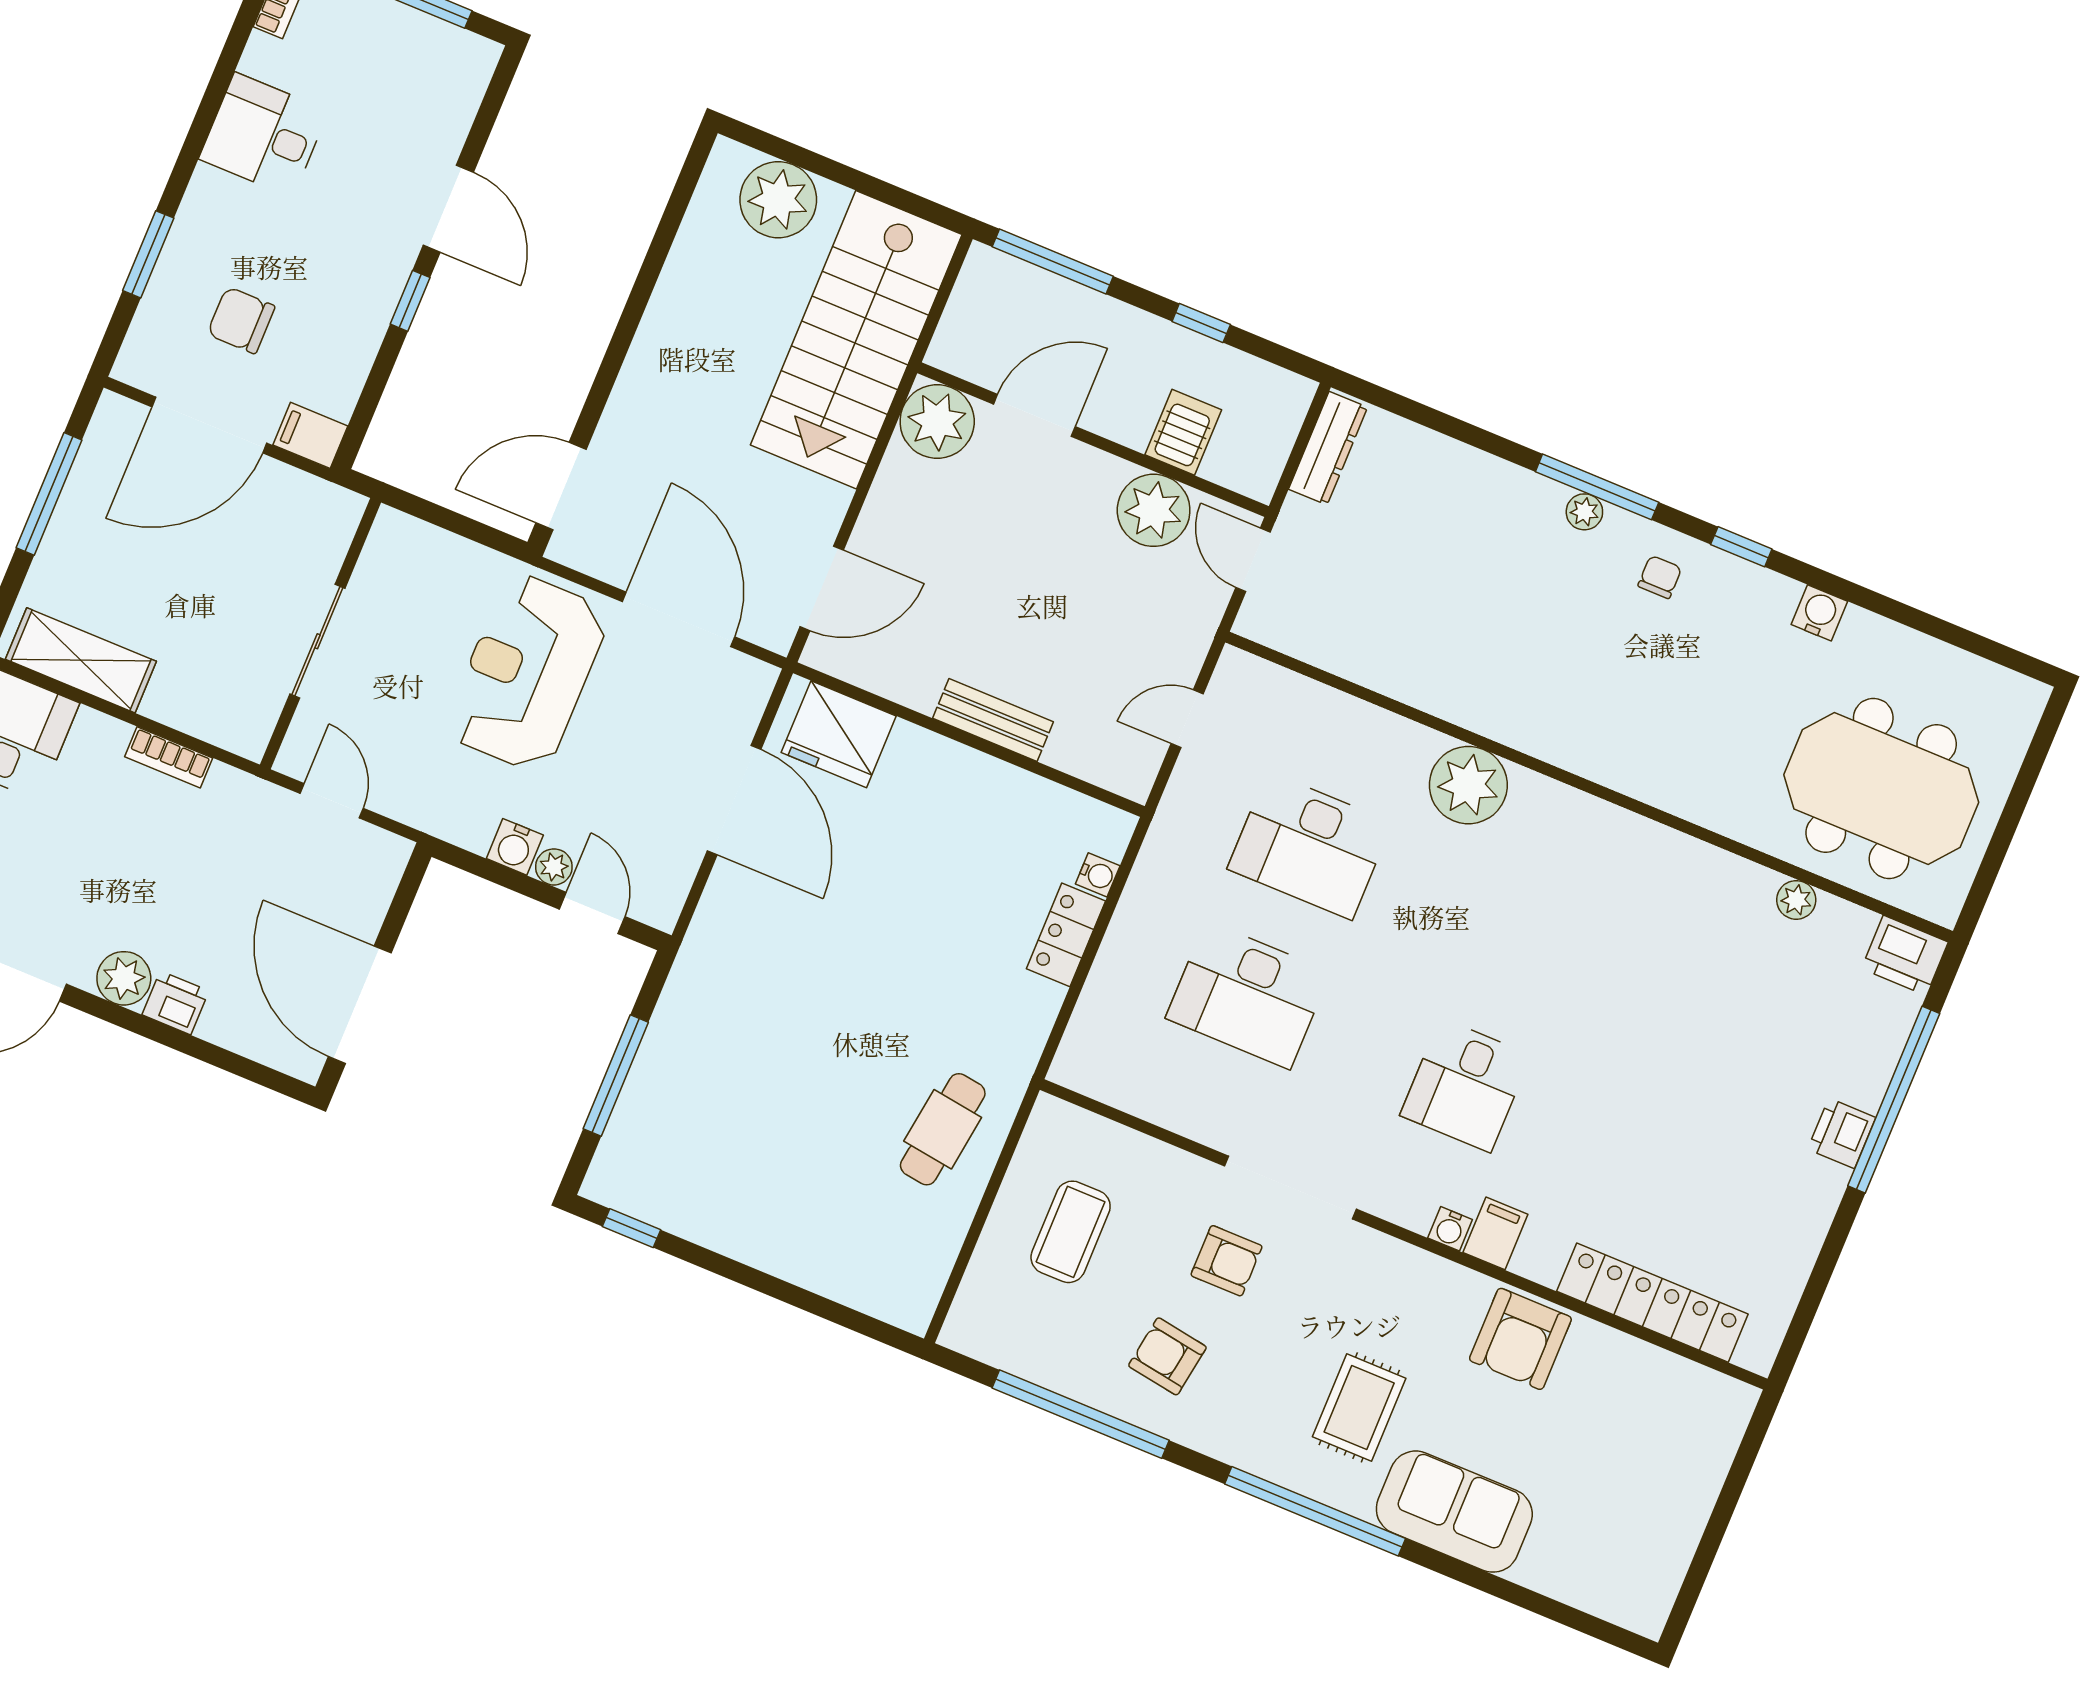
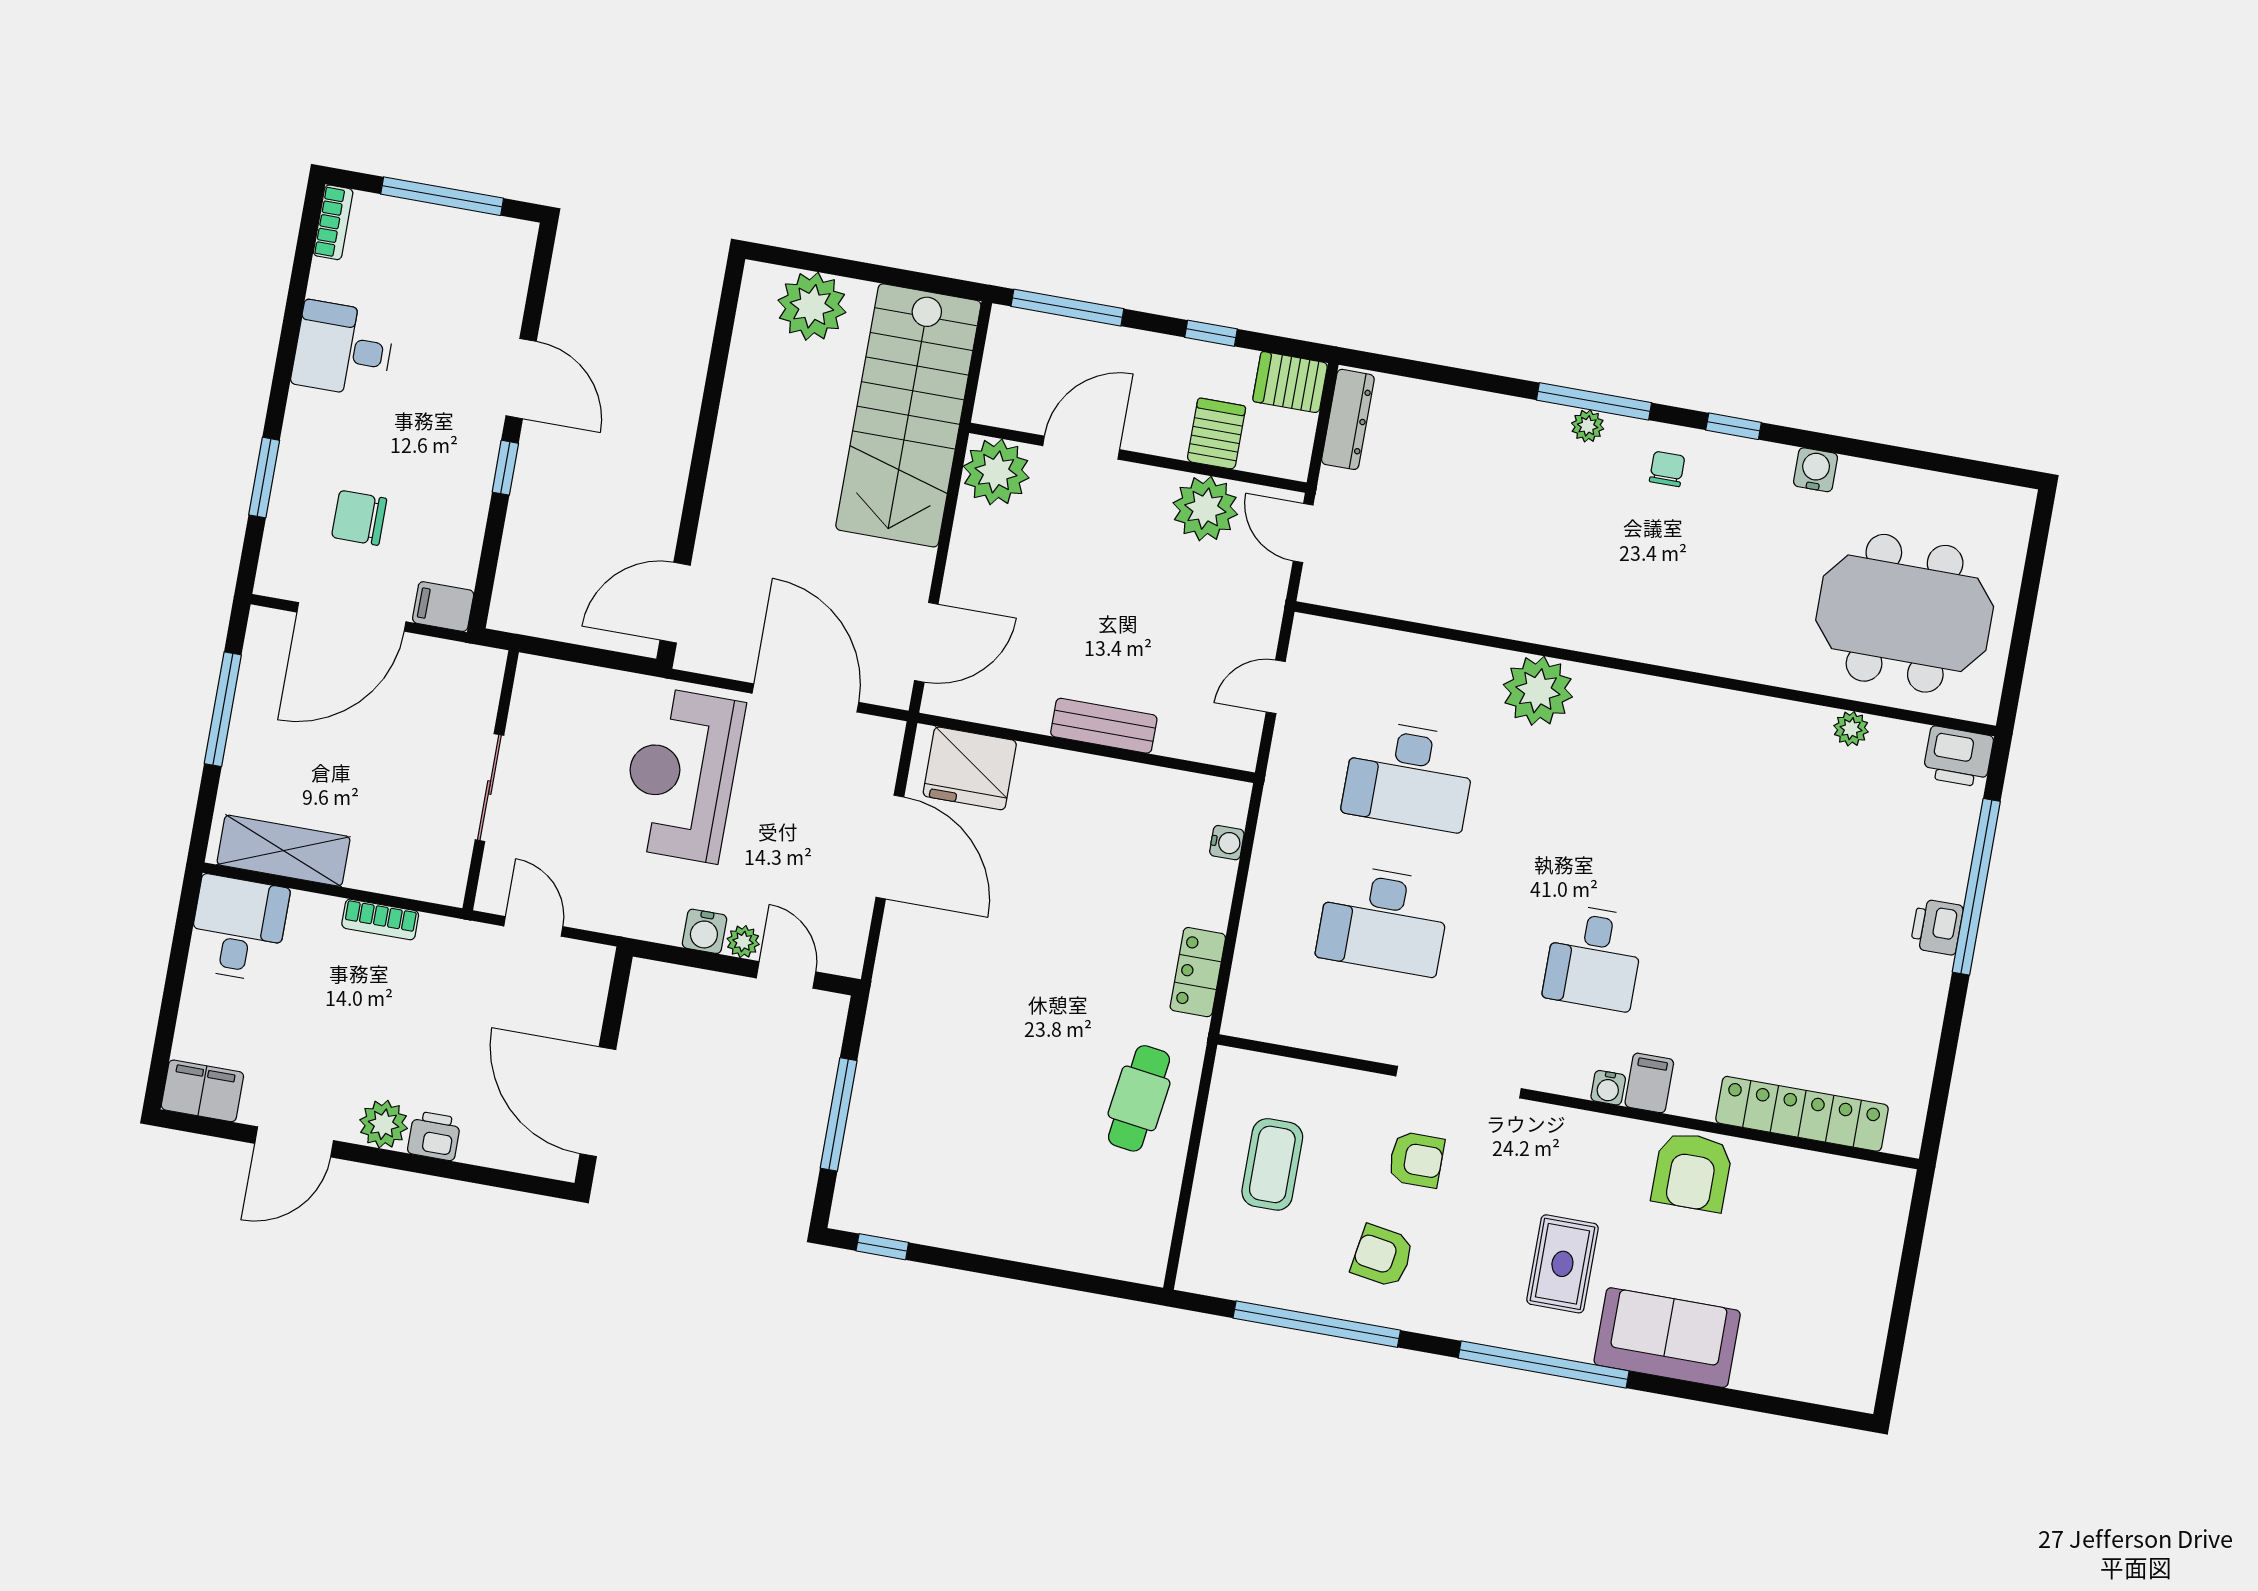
server rack: (1275, 394) -> (1290, 382), added
locker: (1066, 935) -> (1198, 972), moved

